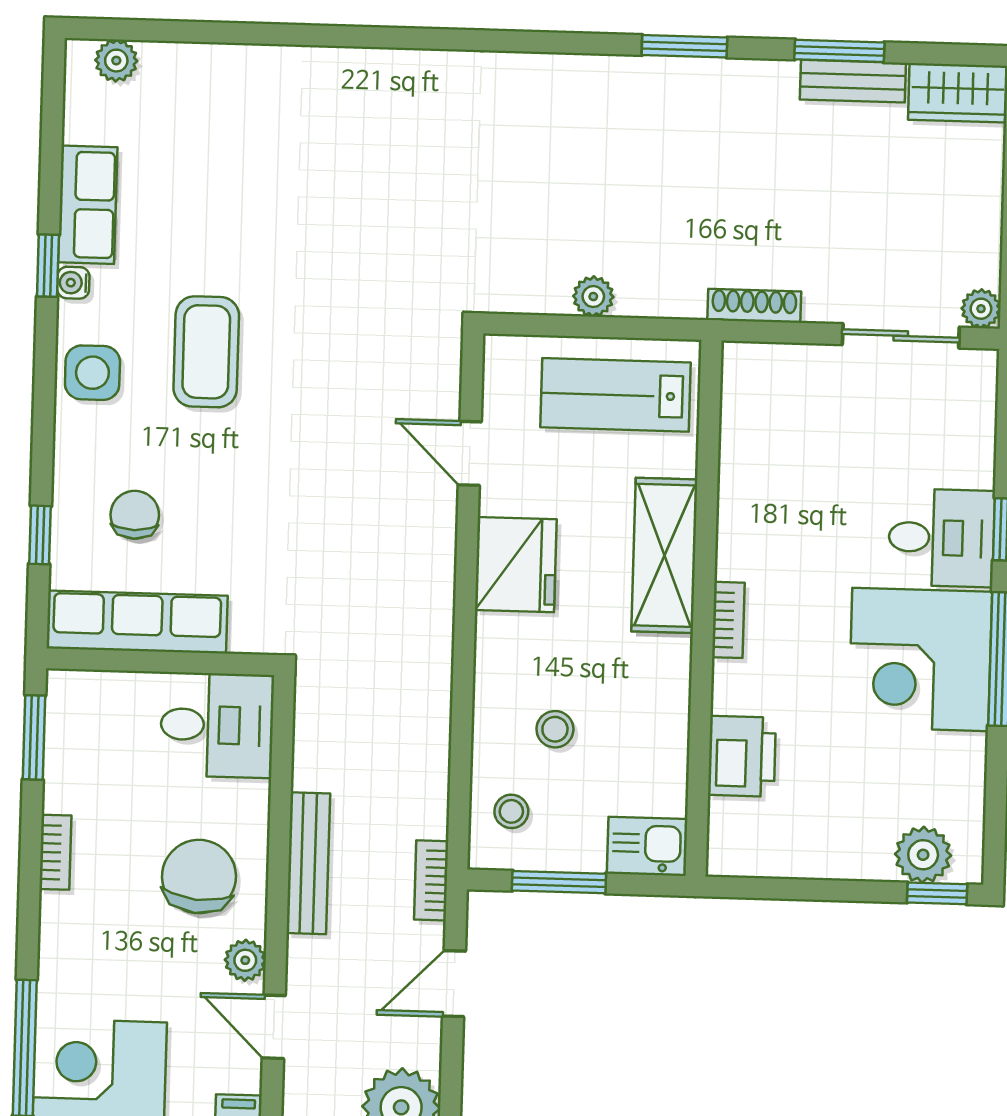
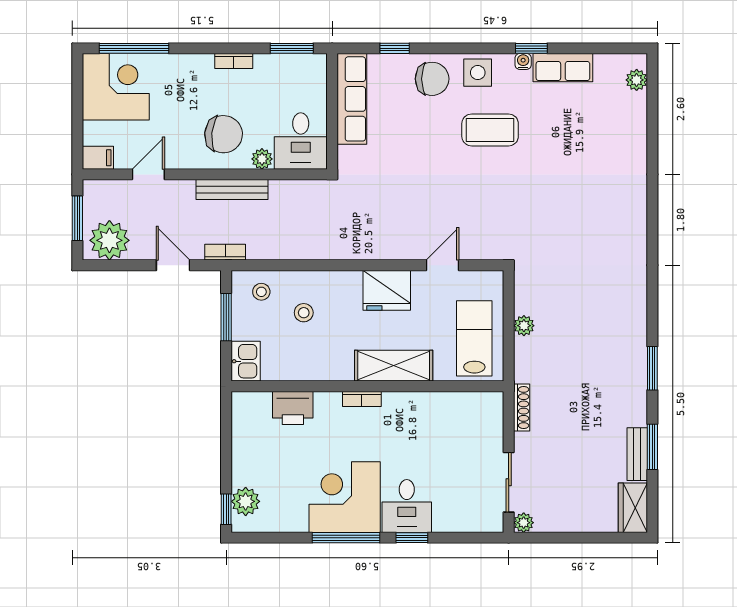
chair: (135, 515) -> (432, 79), moved, width x1.37, depth x1.37
plant: (245, 960) -> (262, 159), moved

